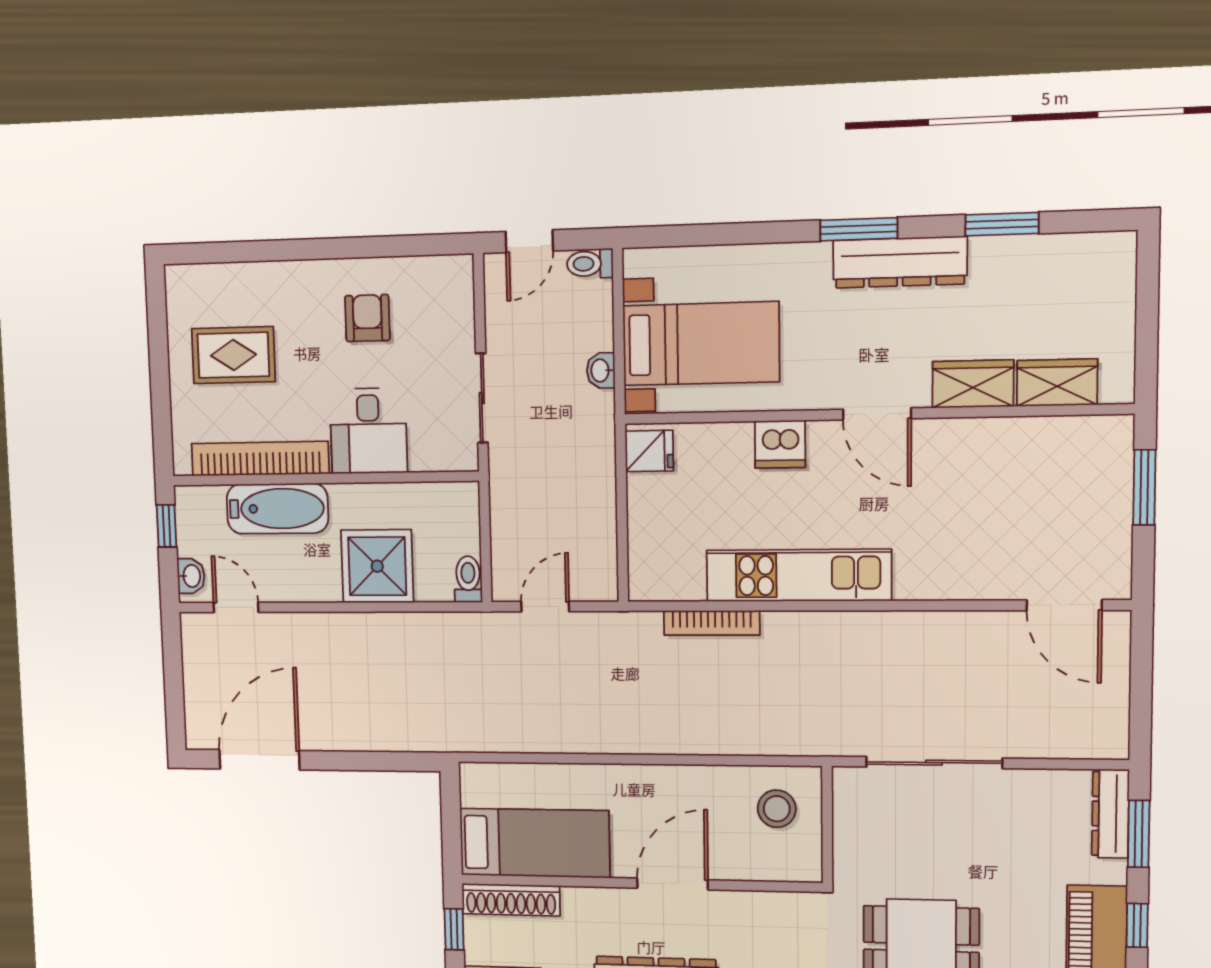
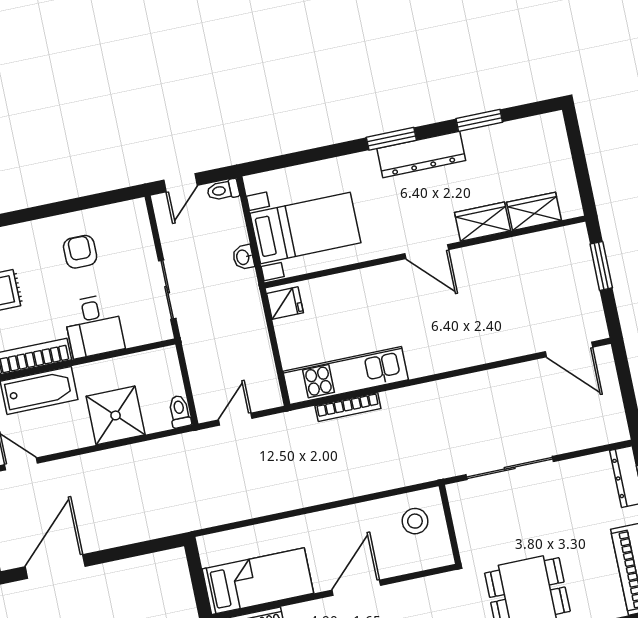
dishwasher: (780, 444) -> (369, 282), removed
kitchen unit: (798, 575) -> (346, 375), moved

